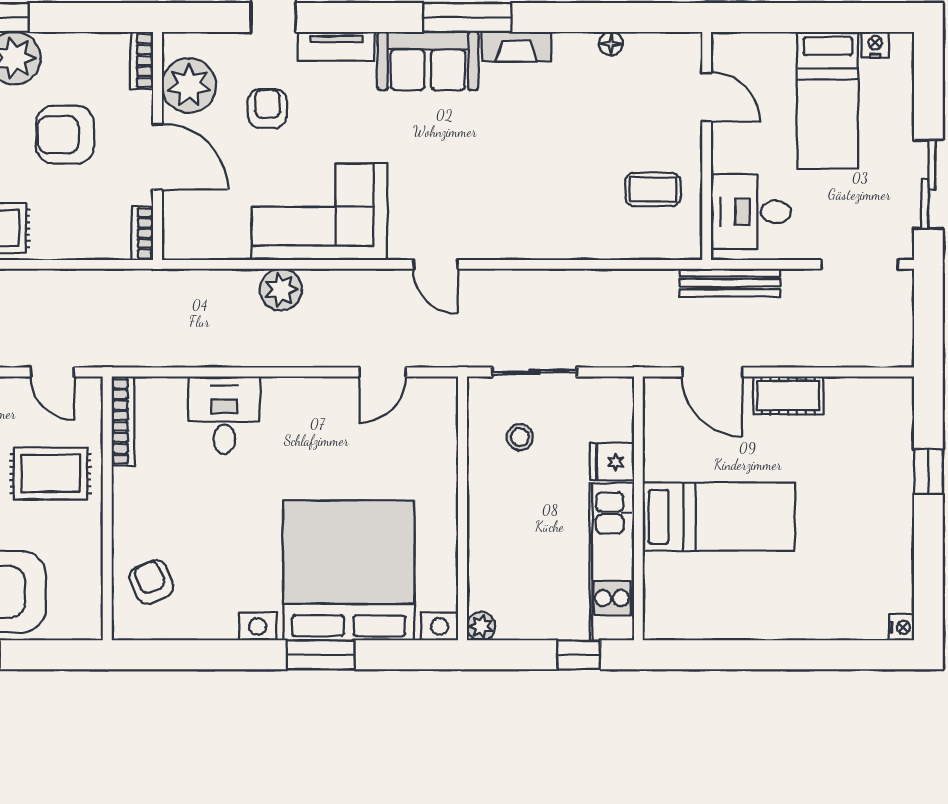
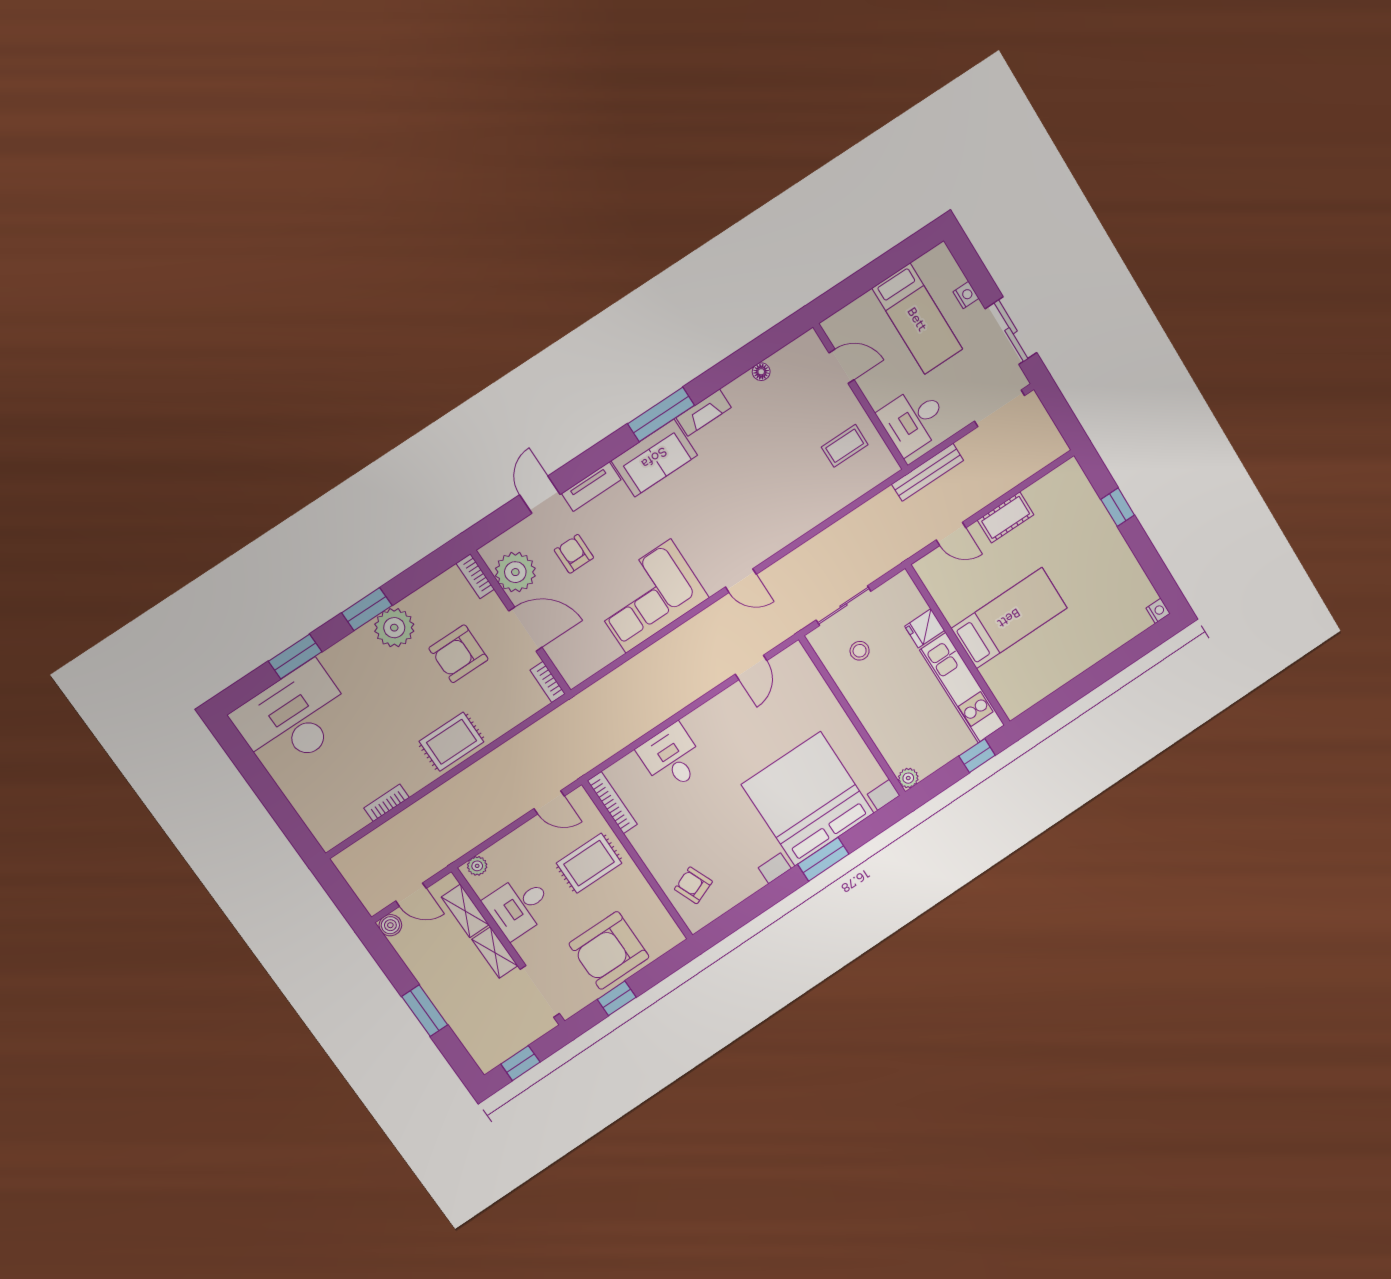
nightstand: (875, 45) -> (966, 295), moved, turned 90
plant: (281, 290) -> (656, 659), removed
door: (712, 372) -> (951, 534), width x0.73

